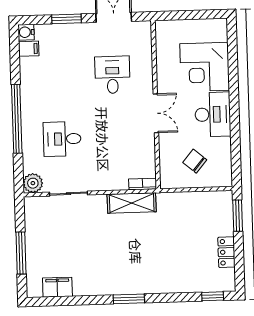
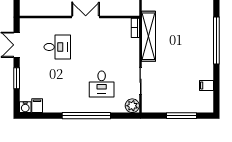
desk: (112, 75) -> (57, 47), turned 180
shelving: (132, 203) -> (148, 36), width x1.47
filing cabinet: (57, 287) -> (206, 85), width x0.50
window: (129, 299) -> (216, 40), width x2.11

